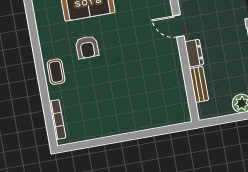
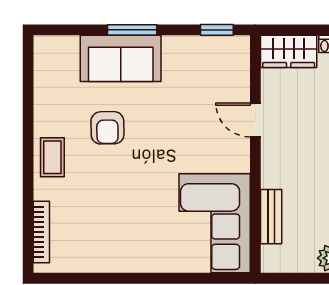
dresser: (194, 53) -> (272, 167), removed
corner sofa: (165, 95) -> (215, 223), added

